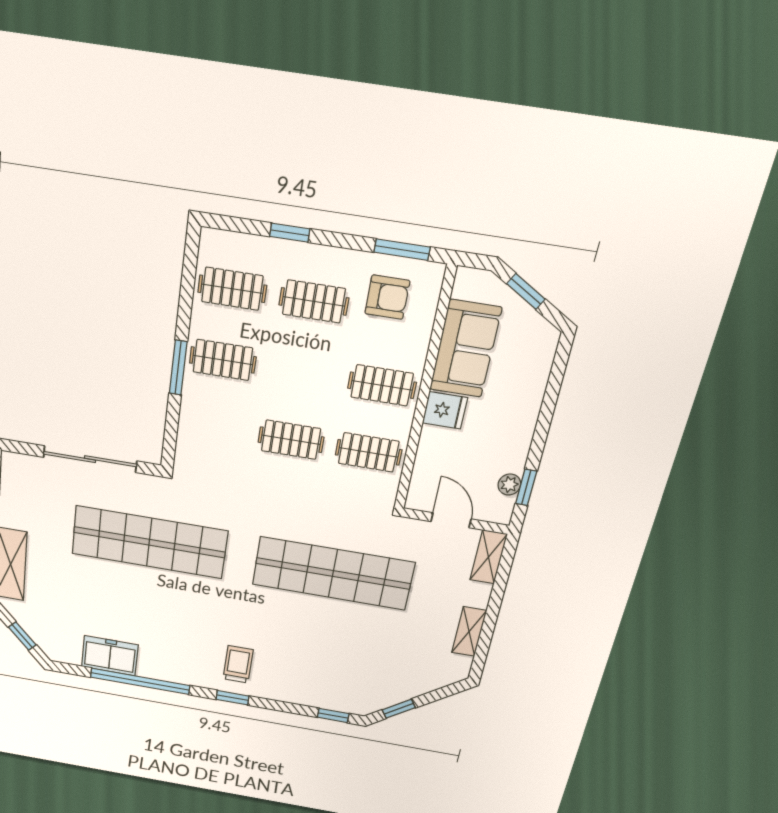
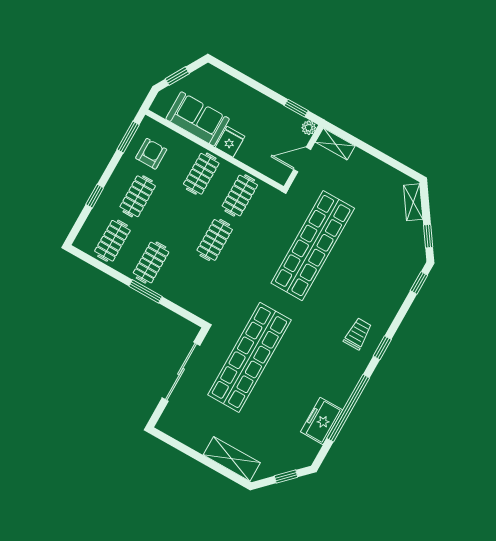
plant: (509, 484) -> (309, 128), moved
shelving: (469, 632) -> (413, 202), moved, turned 55
trolley: (238, 664) -> (358, 334), turned 90

